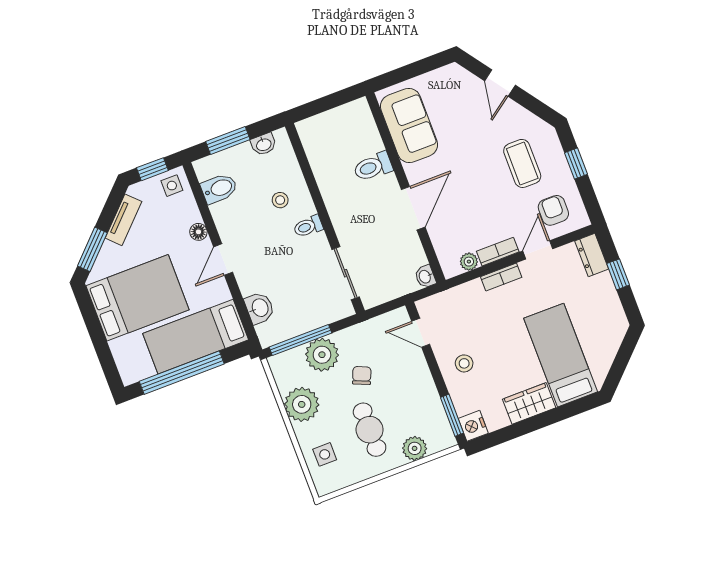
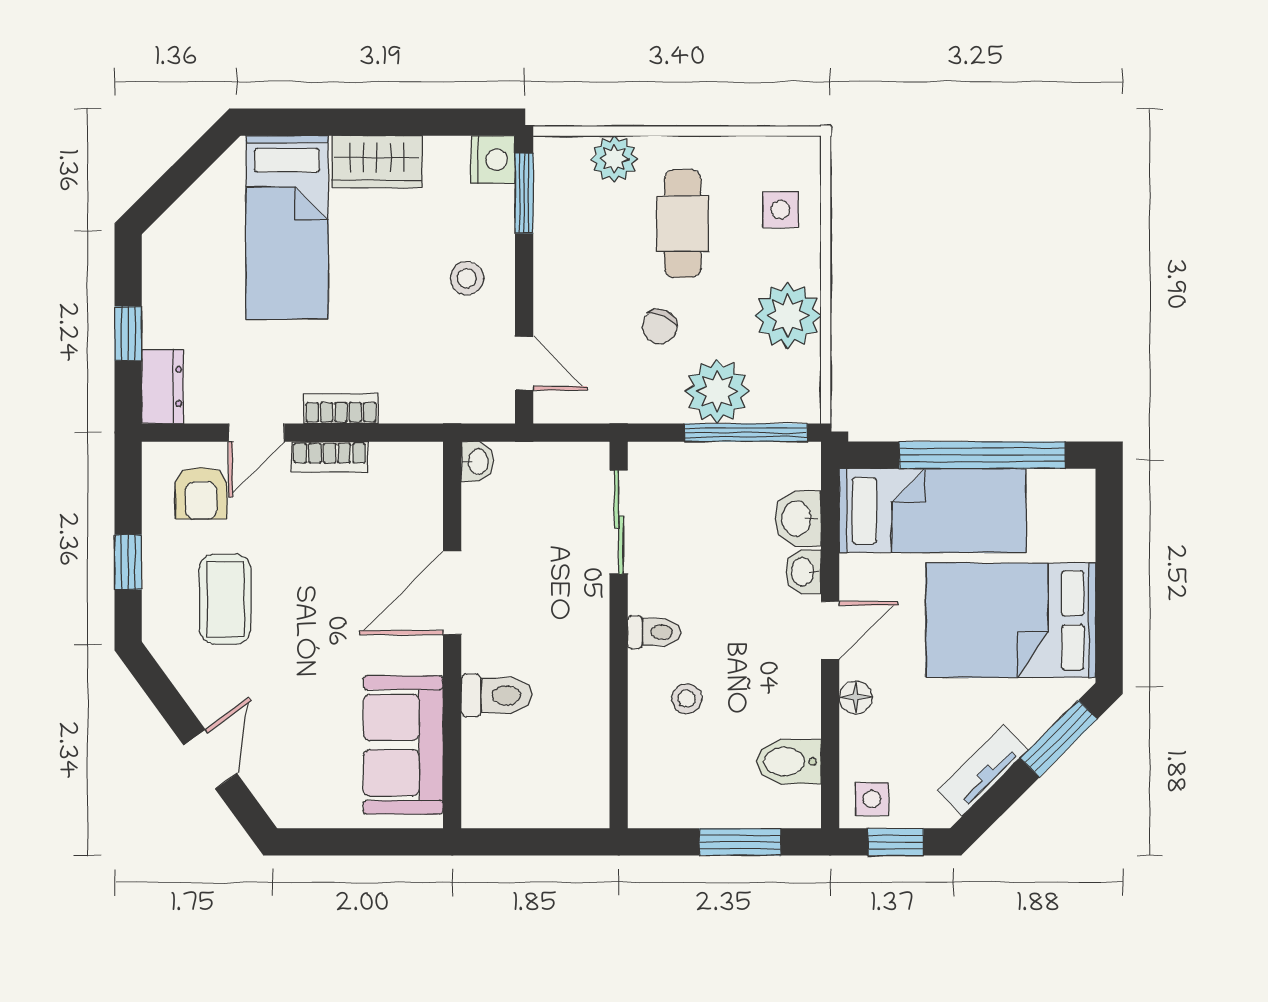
washbasin: (264, 144) -> (803, 572), moved, turned -90
plant: (469, 262) -> (388, 459), removed

